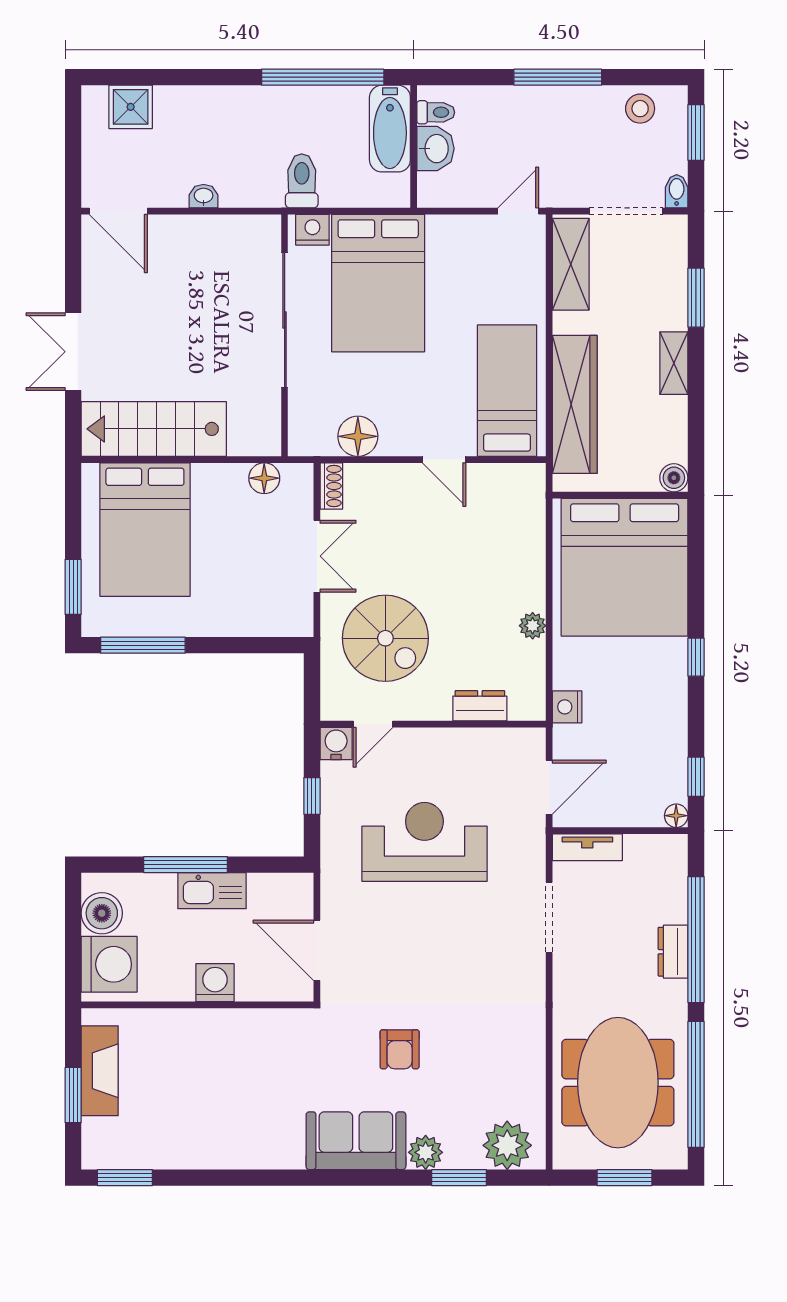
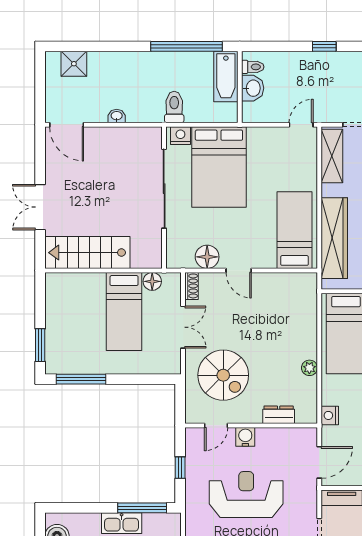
window: (558, 77) -> (324, 46), width x0.46
door: (444, 460) -> (239, 270), moved
bed: (145, 530) -> (124, 311), moved, width x0.67
water cooler: (336, 744) -> (245, 437), moved
window: (186, 865) -> (142, 508), moved

